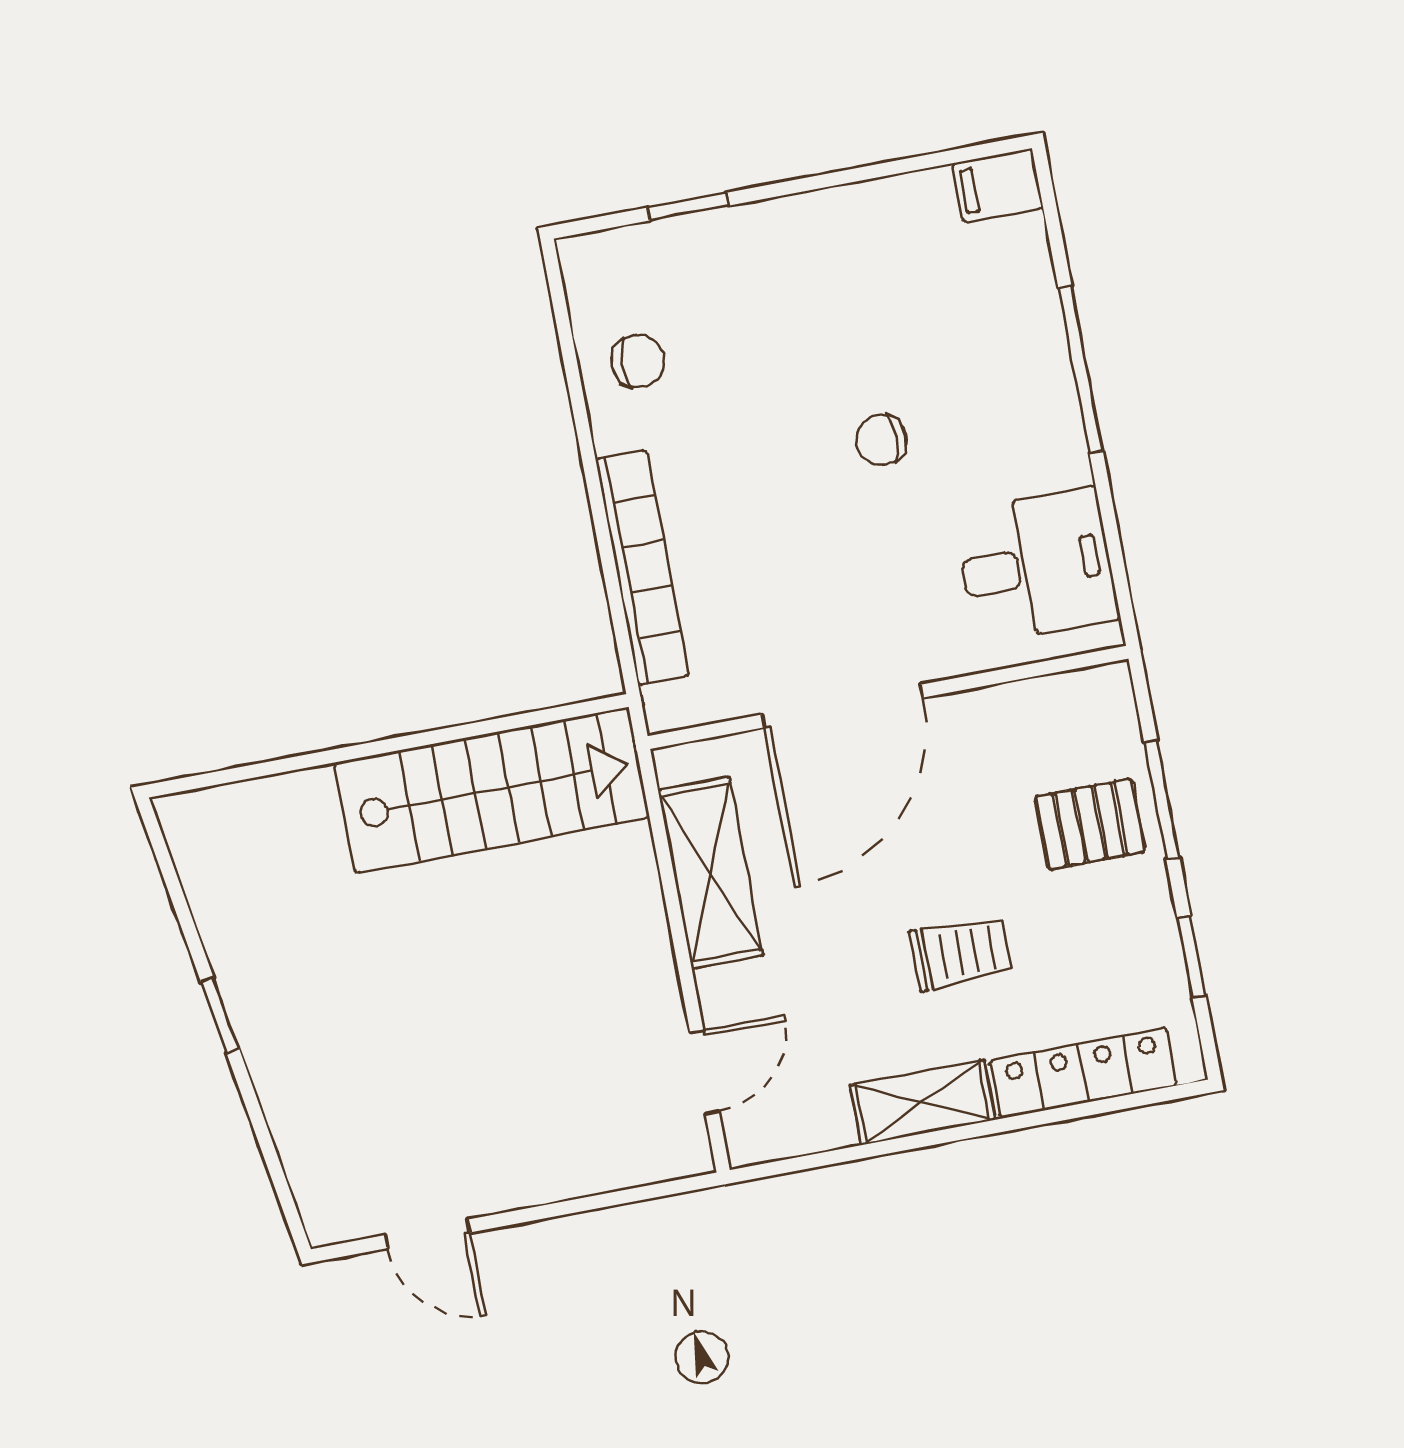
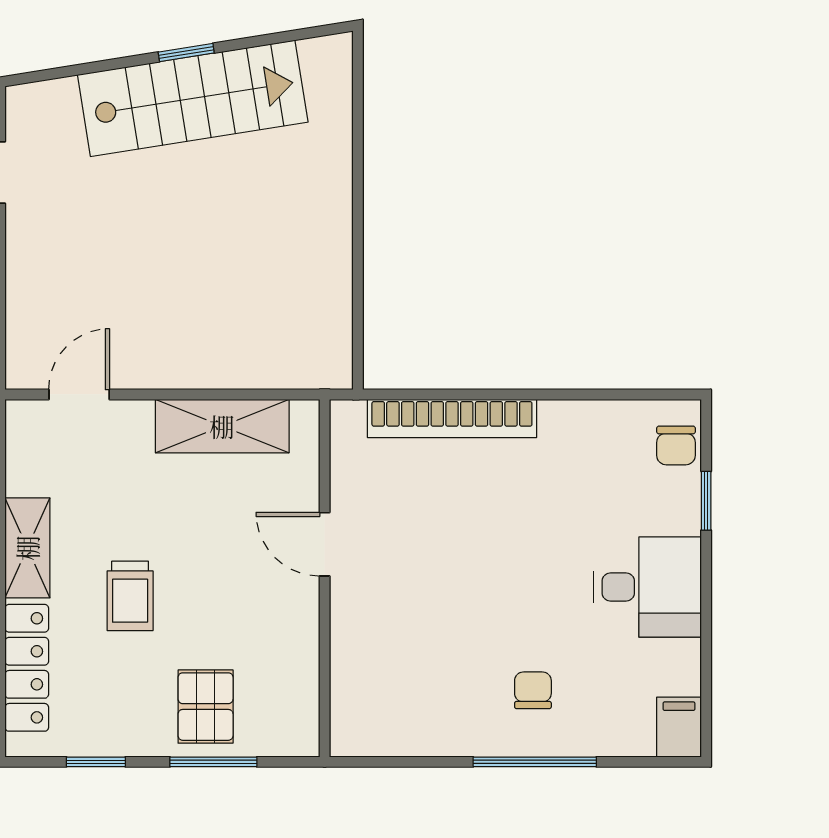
chair: (638, 361) -> (676, 445), moved
chair: (881, 440) -> (533, 690), moved
desk: (1036, 566) -> (647, 587), moved, turned -90
door: (843, 706) -> (325, 544), width x0.53
stairs: (492, 790) -> (193, 98), moved, turned -99
door: (704, 1072) -> (79, 394), swing flipped

